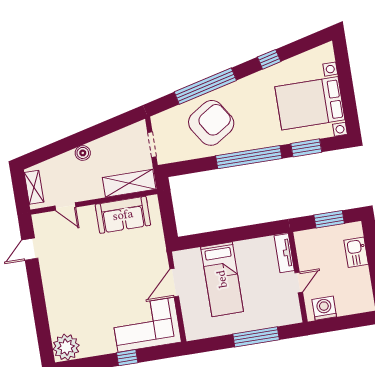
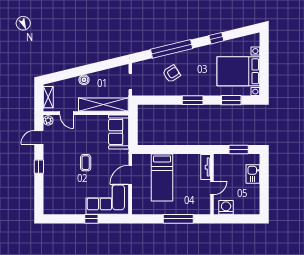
armchair: (211, 123) -> (172, 74), width x0.53, depth x0.53
window: (249, 157) -> (193, 100), width x0.47
shelving: (129, 183) -> (103, 105), width x1.47
sofa: (123, 215) -> (119, 132), moved, turned 90
coffee table: (105, 276) -> (86, 163), added
window: (37, 293) -> (39, 167), added
plant: (66, 347) -> (48, 120), moved, width x0.53, depth x0.53

